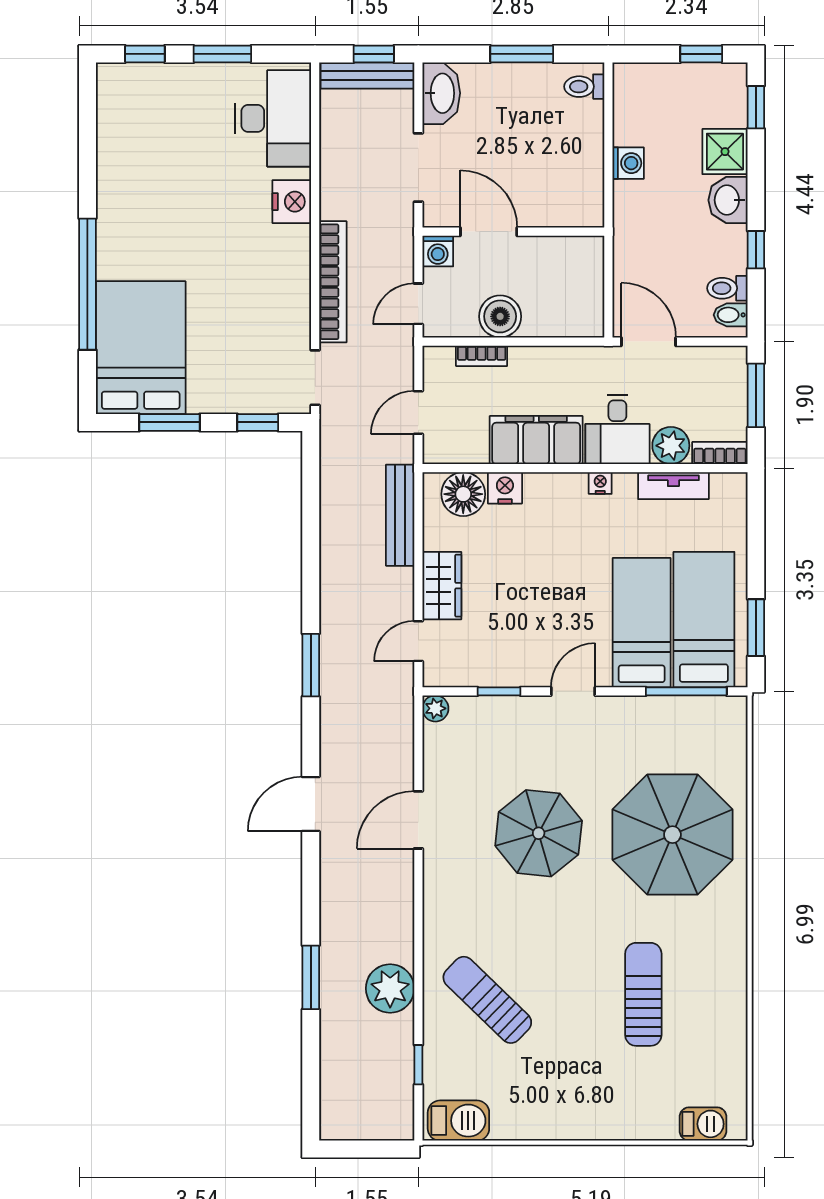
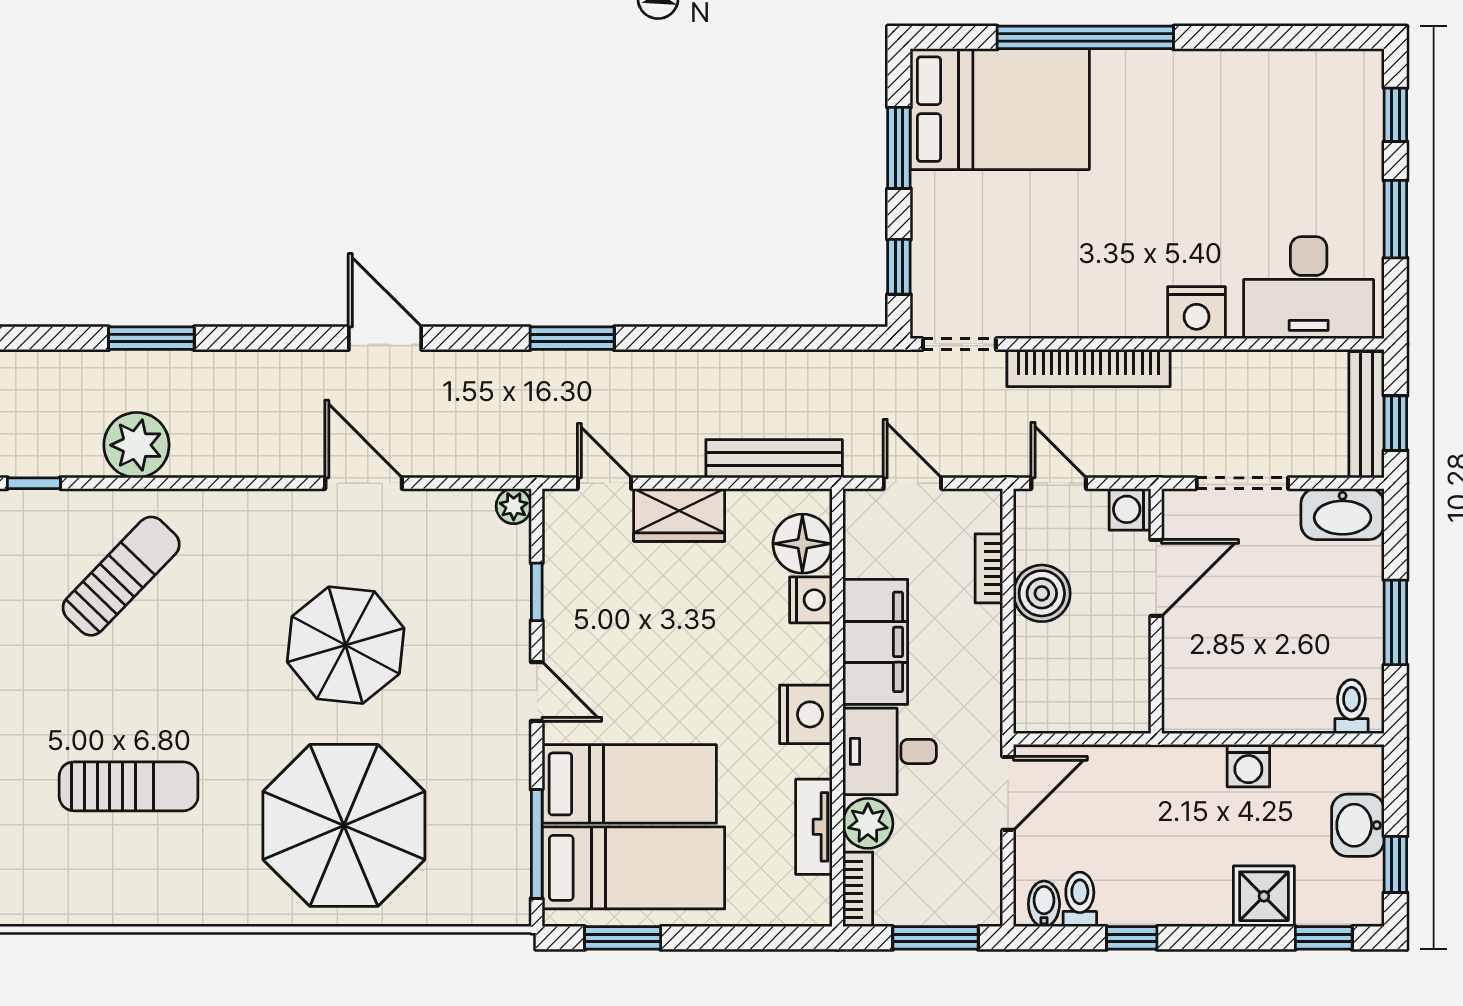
washbasin: (728, 200) -> (1358, 825), moved, turned -90
nightstand: (600, 483) -> (806, 714), width x1.89, depth x1.79

